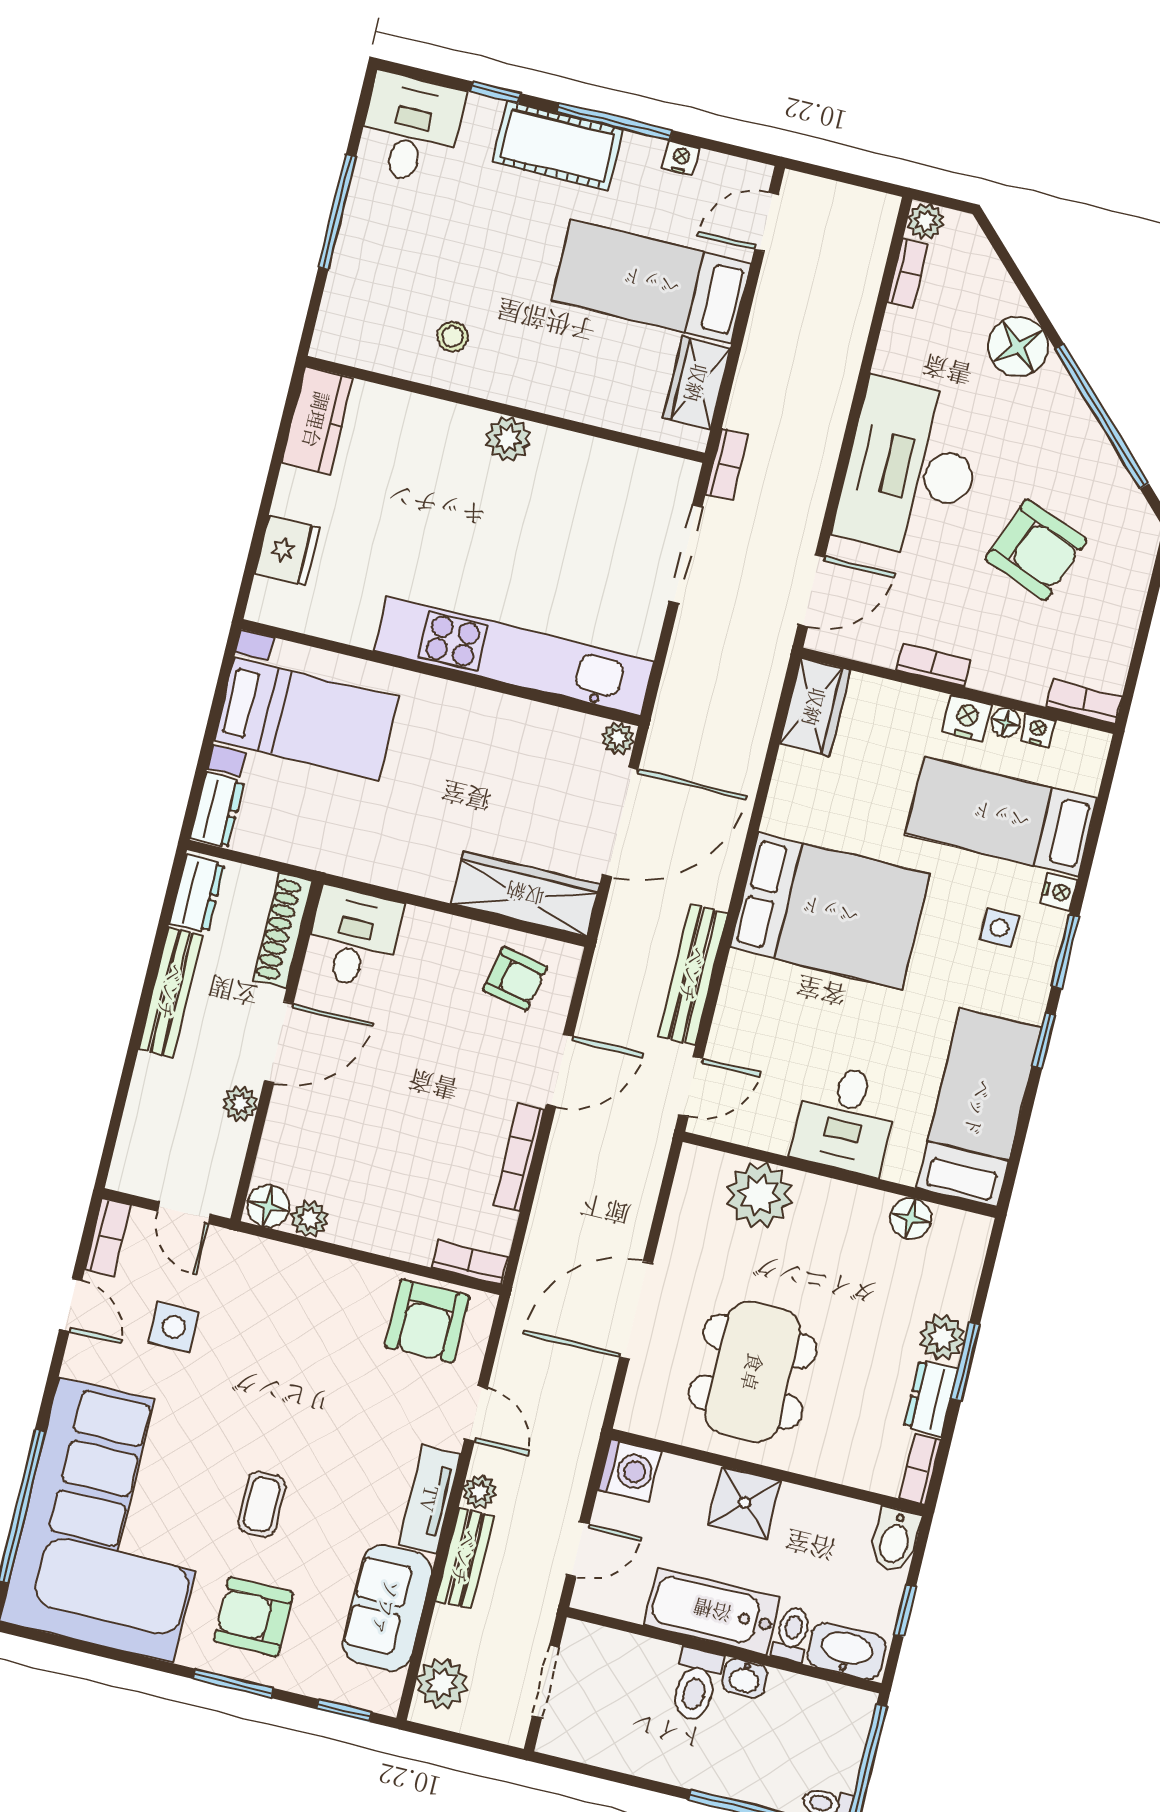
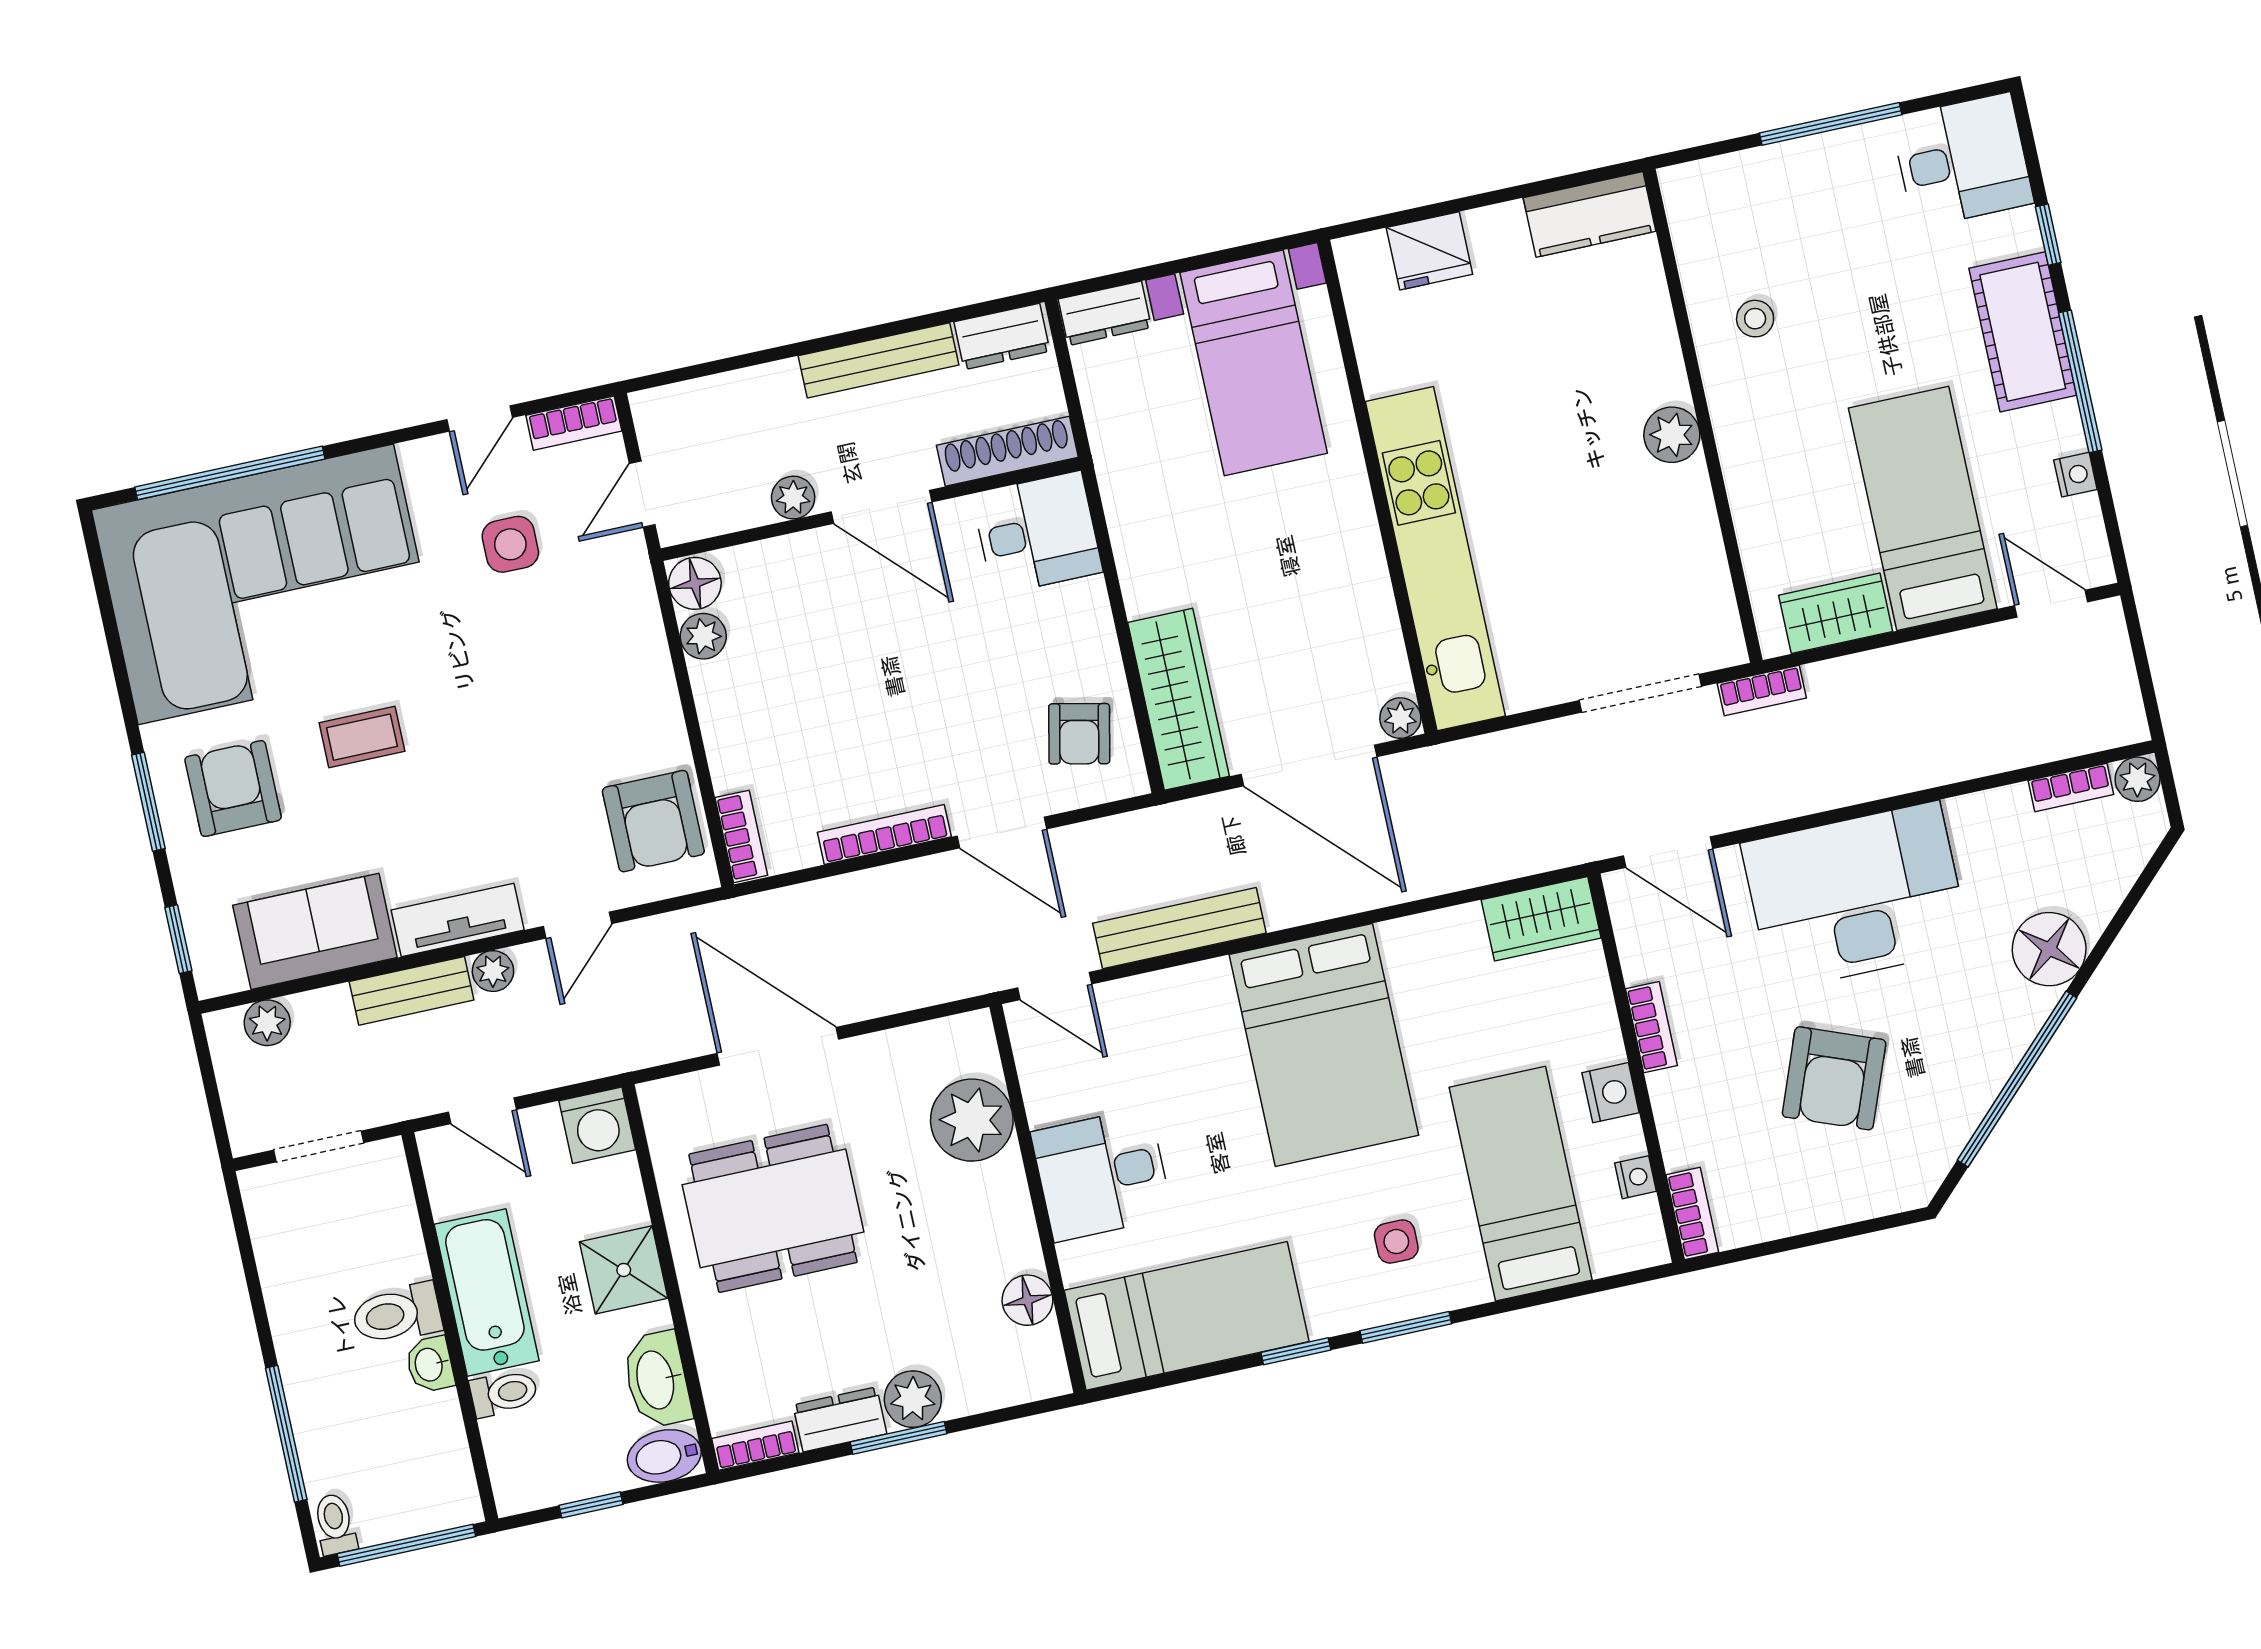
floor lamp: (1006, 723) -> (1627, 1138), removed
nightstand: (1059, 892) -> (1468, 1288), removed
armchair: (427, 1321) -> (653, 821), turned -90
washbasin: (847, 1651) -> (657, 1380), moved, turned 180
plant: (442, 1684) -> (267, 1023), width x0.73, depth x0.73

